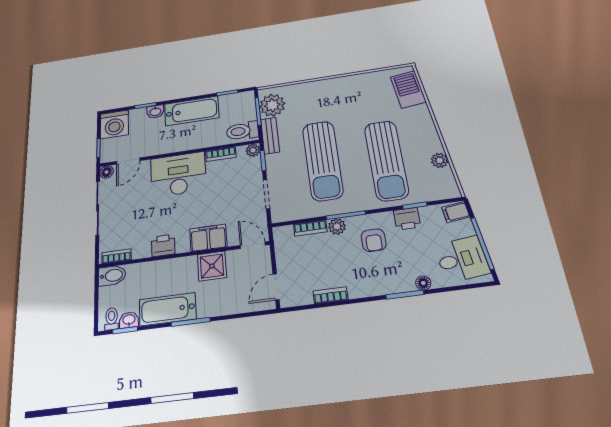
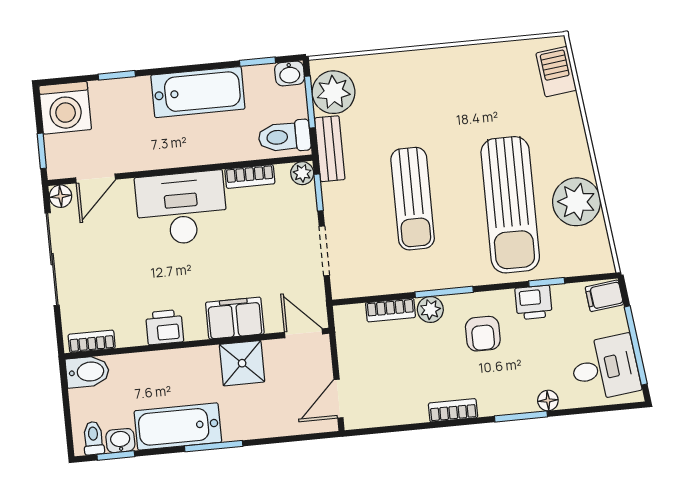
barbecue: (408, 89) -> (556, 72), width x0.73, depth x0.79
washbasin: (155, 112) -> (290, 73), moved
sun lounger: (323, 160) -> (413, 199), width x0.73, depth x0.75
plant: (440, 160) -> (577, 202), width x1.87, depth x1.87
bookcase: (330, 295) -> (453, 410), moved

